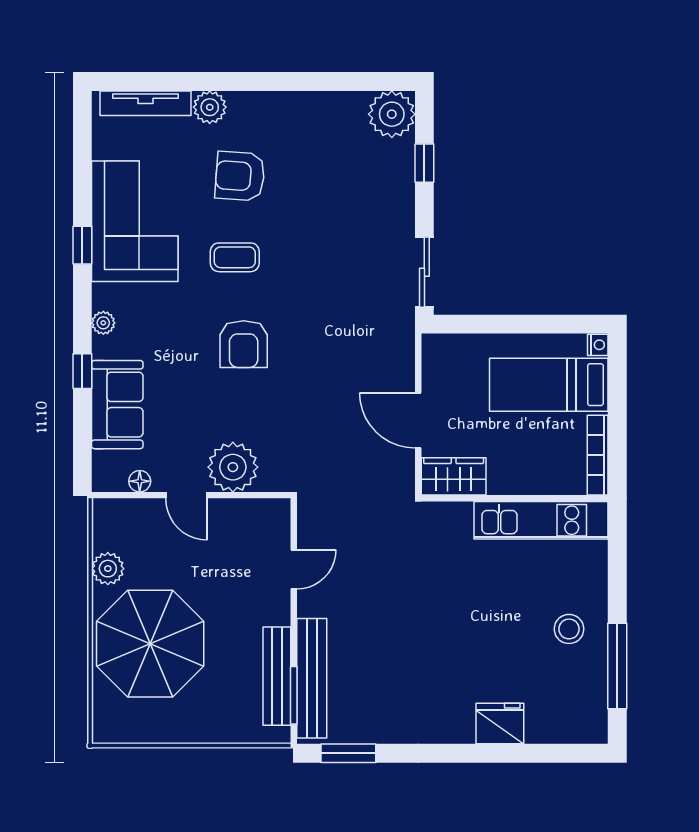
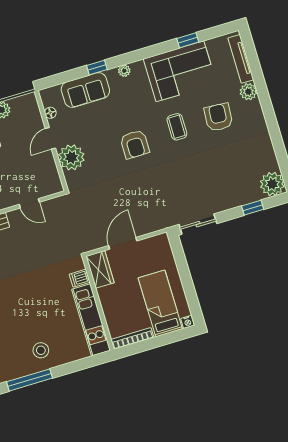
window: (82, 245) -> (188, 40), moved
armchair: (244, 344) -> (135, 144), turned -90
dishwasher: (458, 518) -> (80, 278), added

